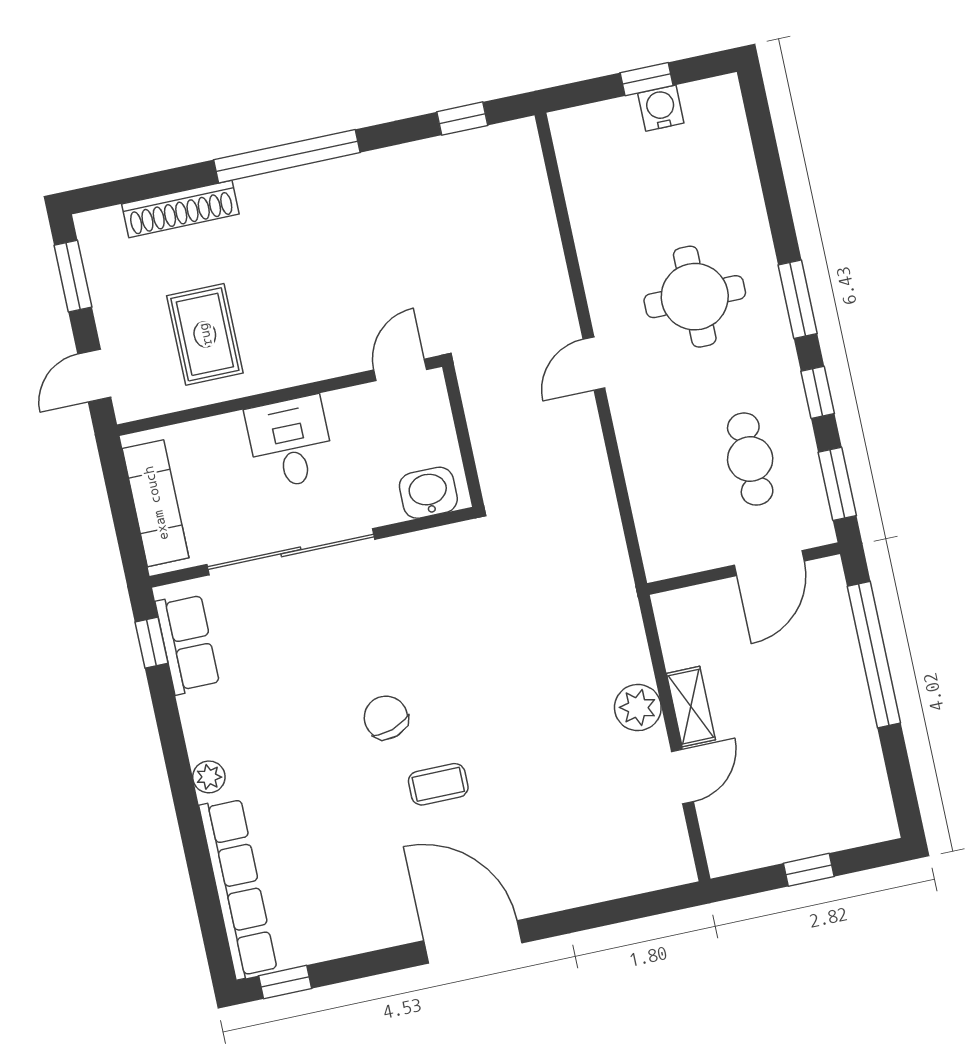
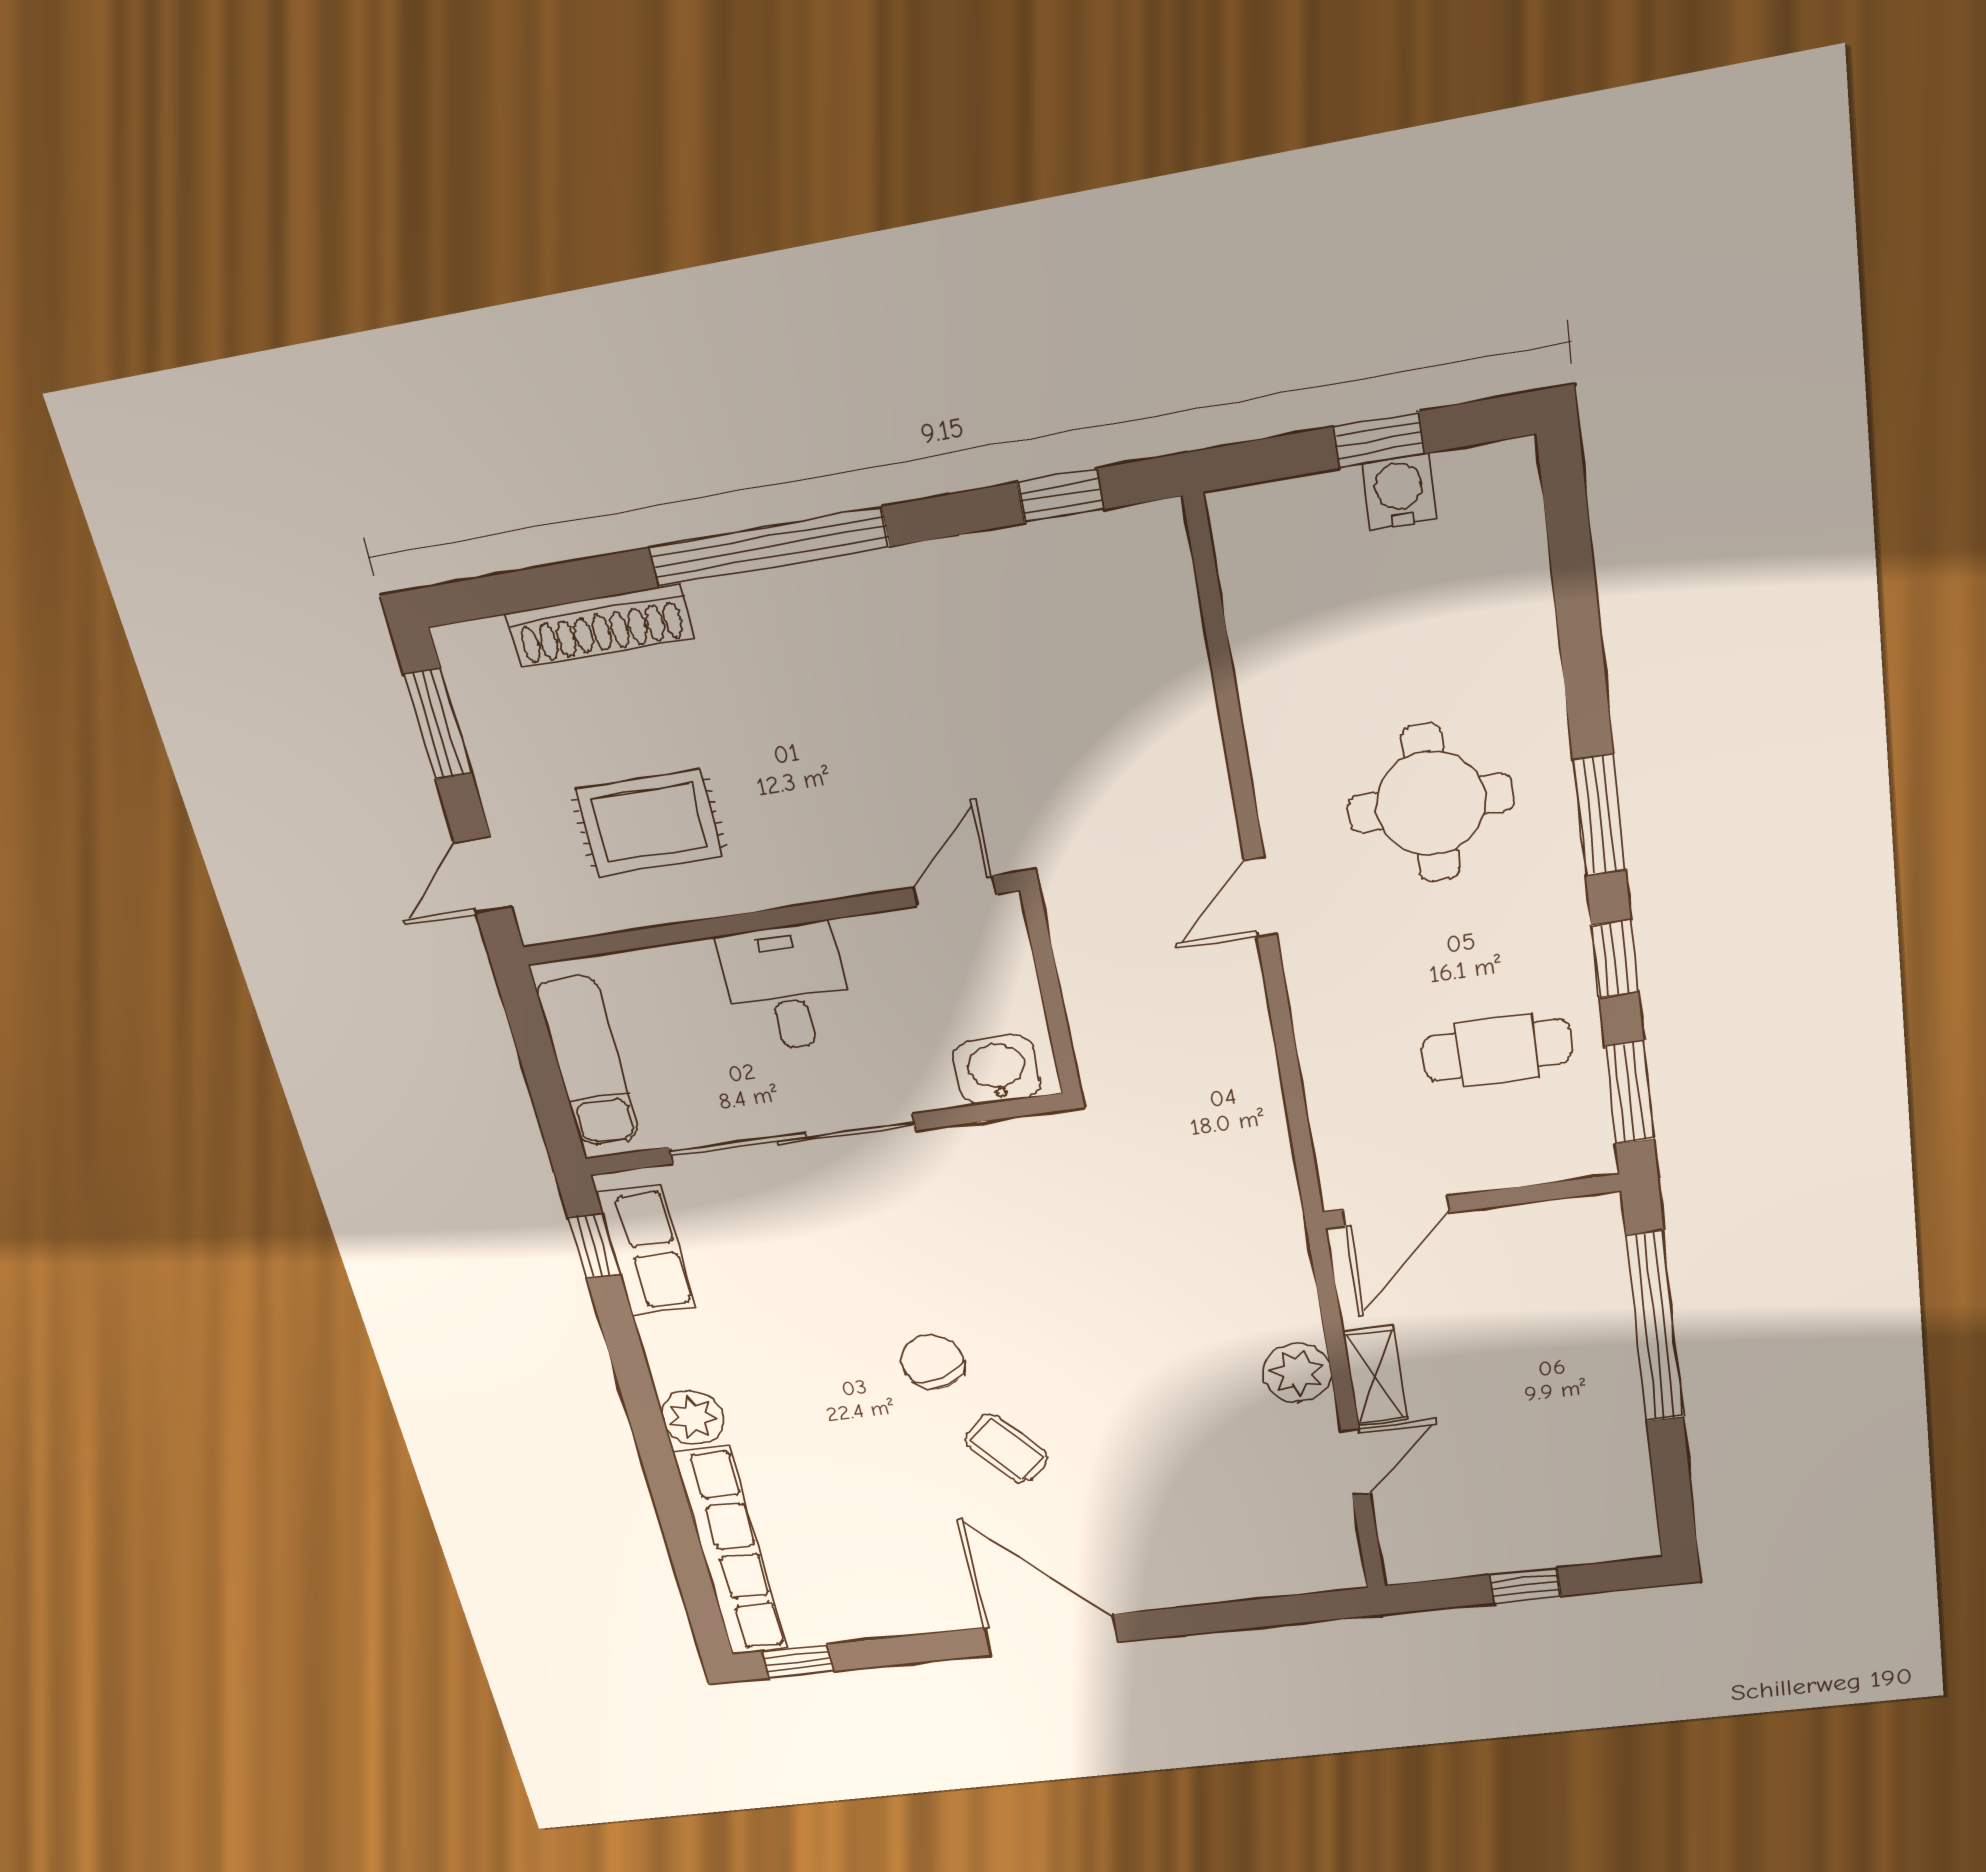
rug: (205, 334) -> (649, 823), turned 90
cafe table: (750, 459) -> (1497, 1050), turned 90
door: (769, 563) -> (1396, 1211), moved
plant: (209, 777) -> (693, 1417), width x1.38, depth x1.38
coffee table: (438, 784) -> (1006, 1448), turned 50

